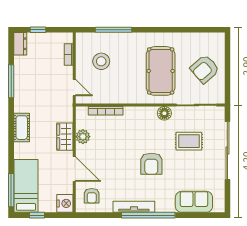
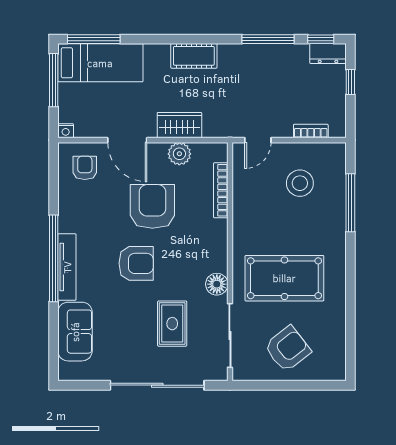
window: (11, 48) -> (321, 39), added
armchair: (205, 69) -> (288, 349), turned 93
armchair: (116, 153) -> (152, 206), added
armchair: (151, 164) -> (136, 263), turned 180
door: (74, 169) -> (127, 140), hinge flipped
armchair: (92, 196) -> (85, 168), turned 90
nightstand: (65, 203) -> (66, 131), width x0.53, depth x0.56
tv unit: (134, 207) -> (67, 267), moved
window: (37, 215) -> (54, 80), width x2.17

